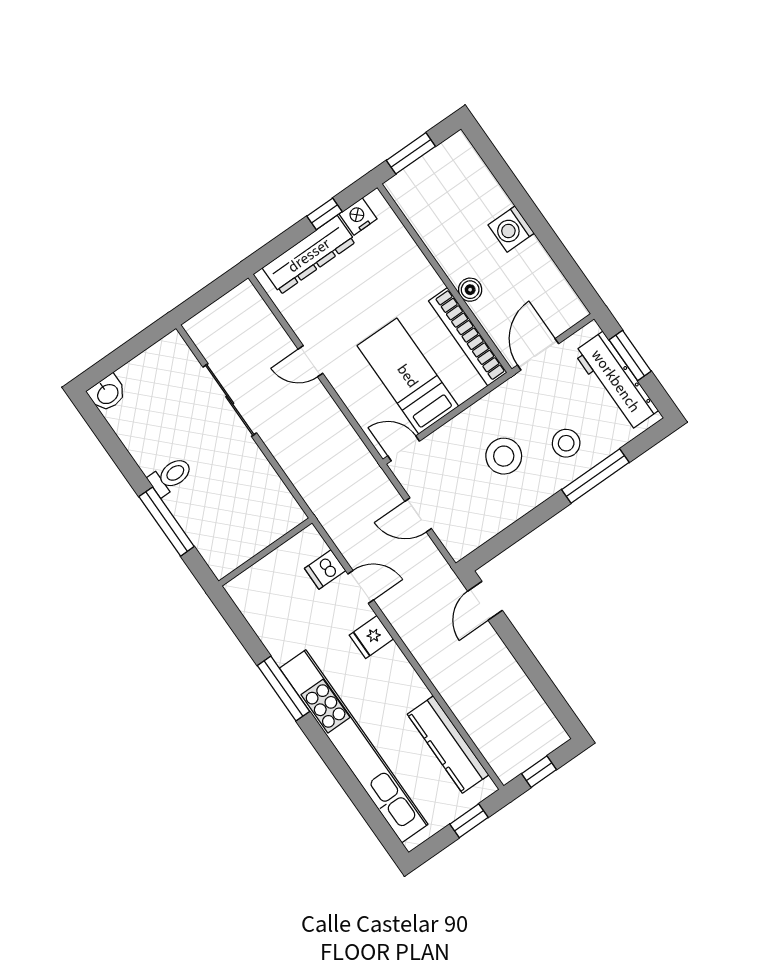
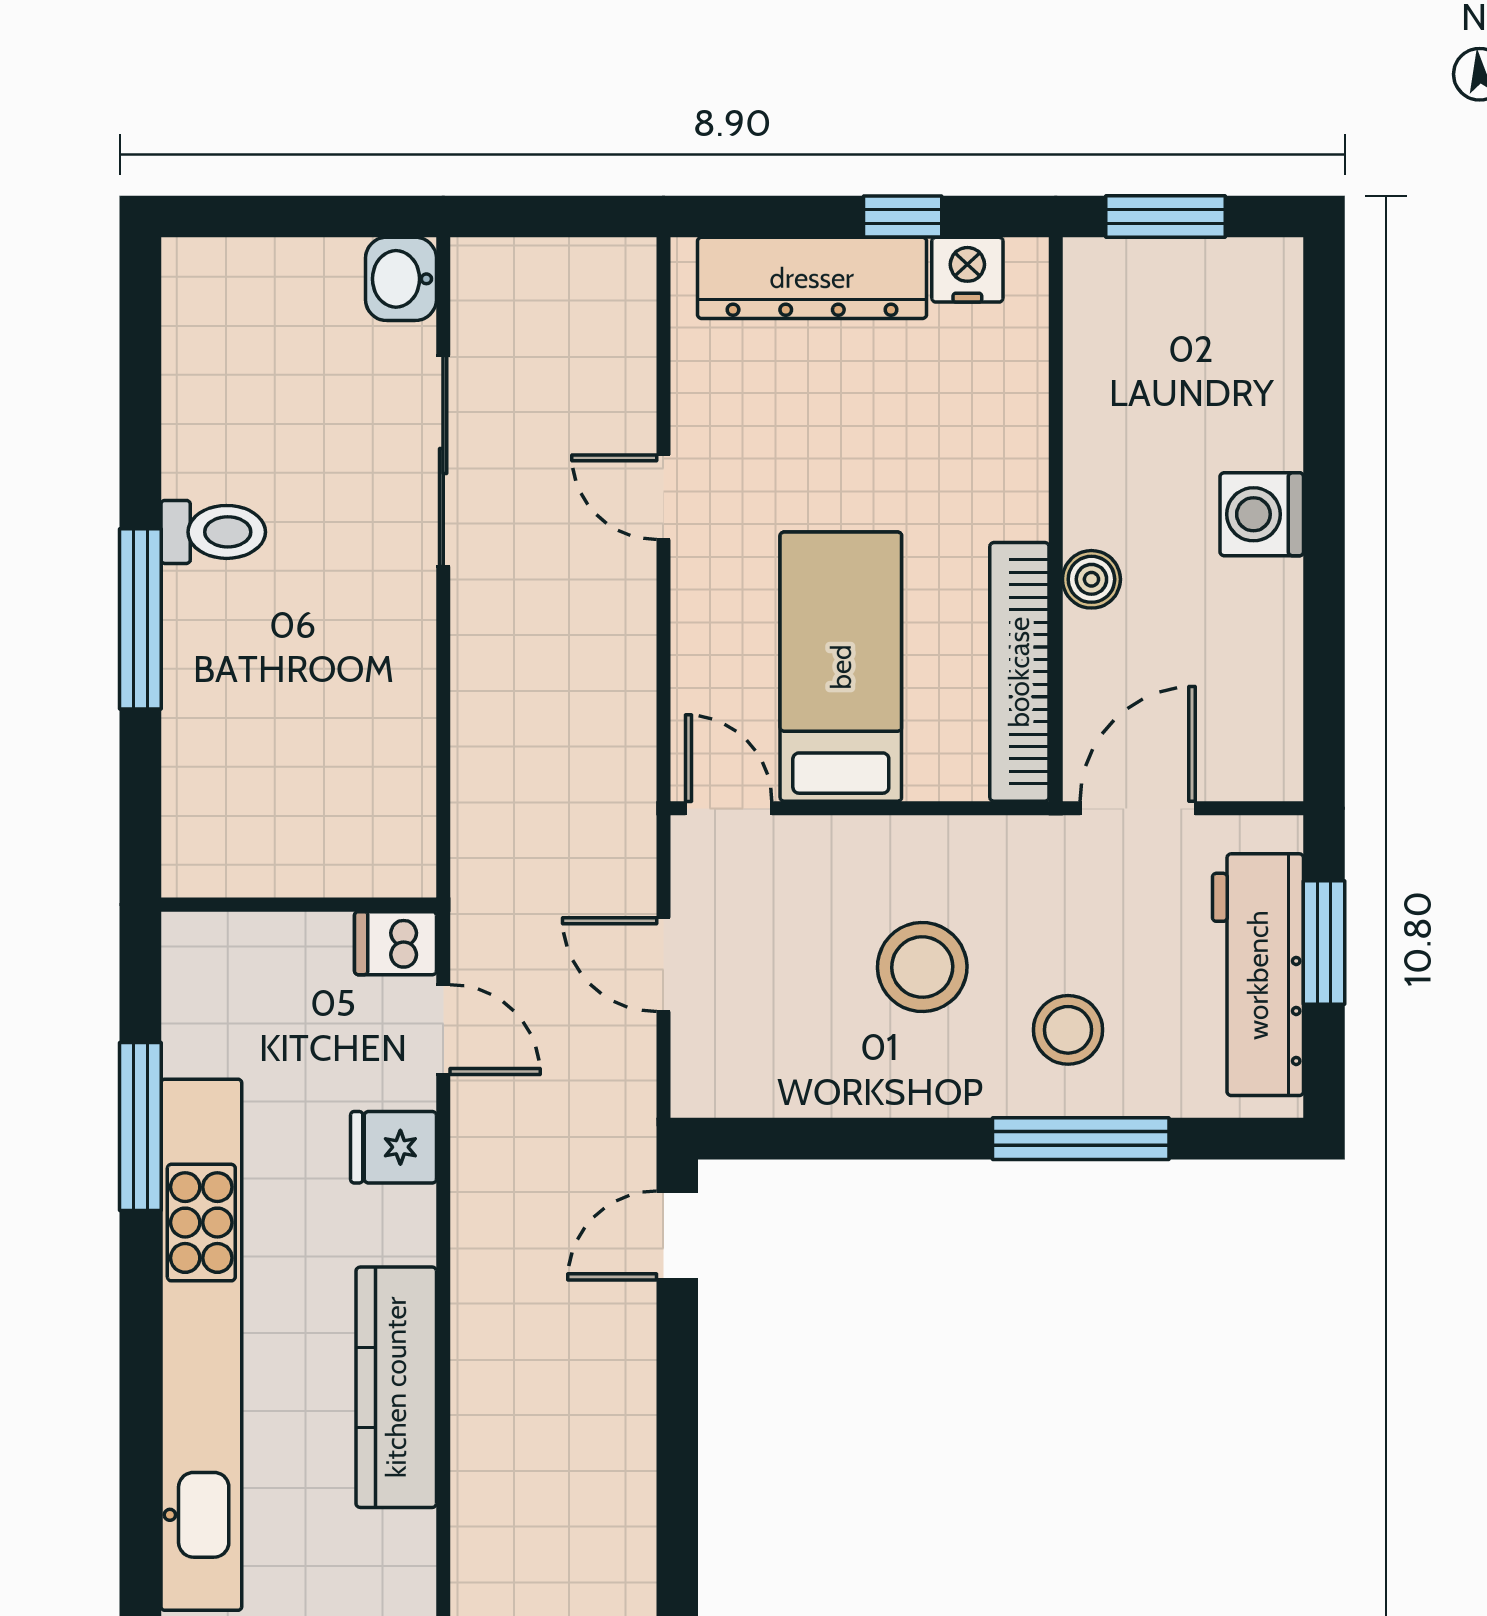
washbasin: (107, 393) -> (401, 279), moved, turned 90
wall: (265, 552) -> (299, 905), moved
kitchen counter: (448, 745) -> (396, 1387), moved

